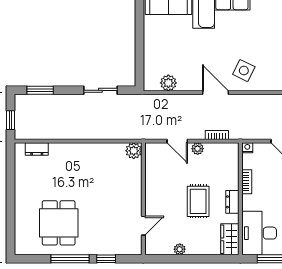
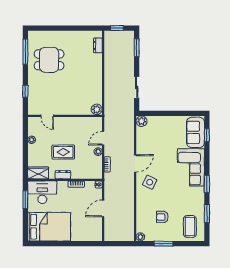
plant: (168, 83) -> (142, 121), moved
window: (70, 259) -> (25, 52), moved

